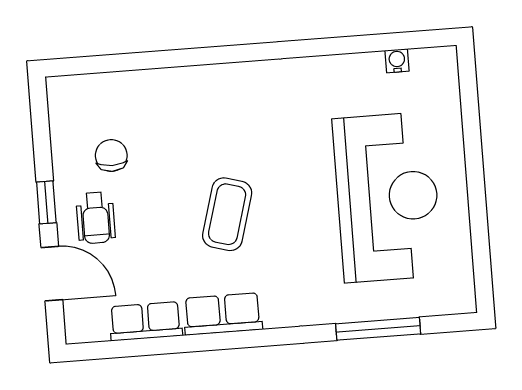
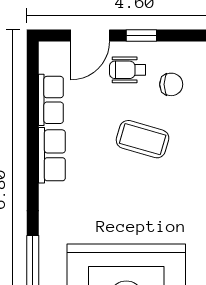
coffee table: (227, 214) -> (143, 139), moved

